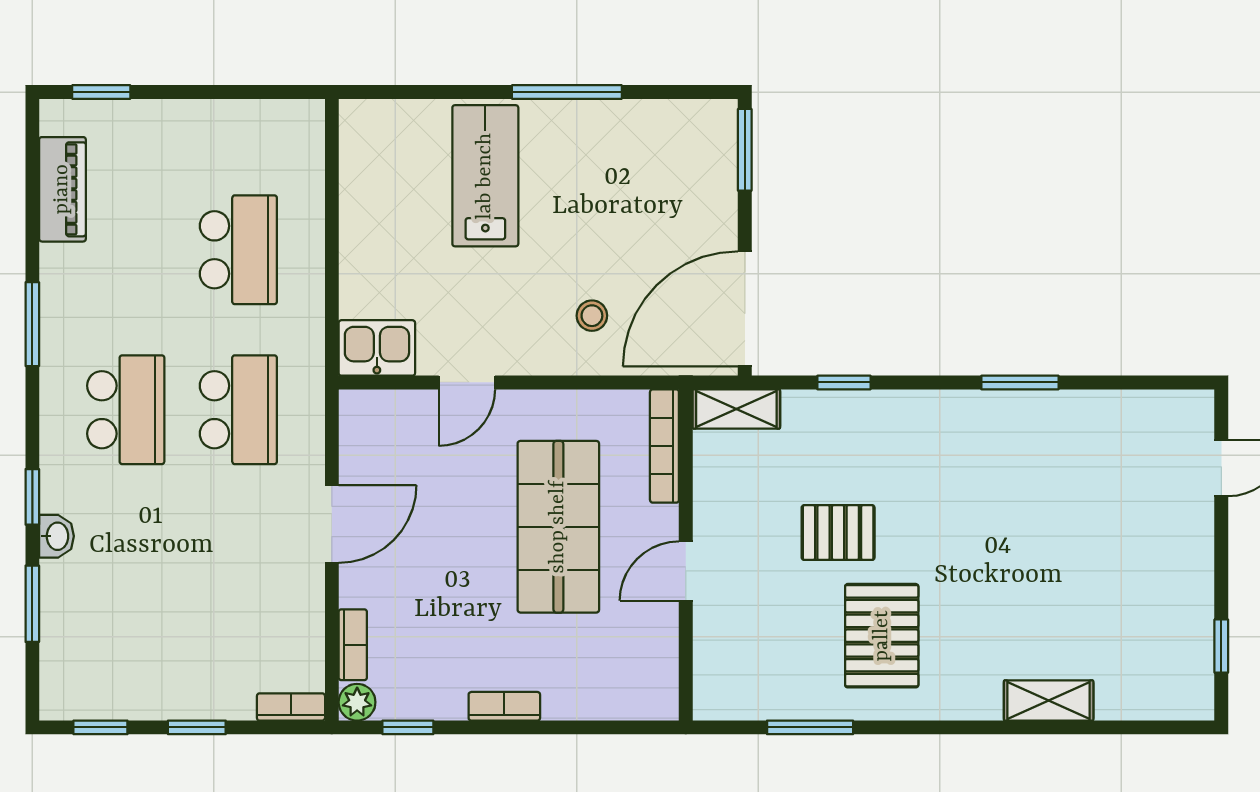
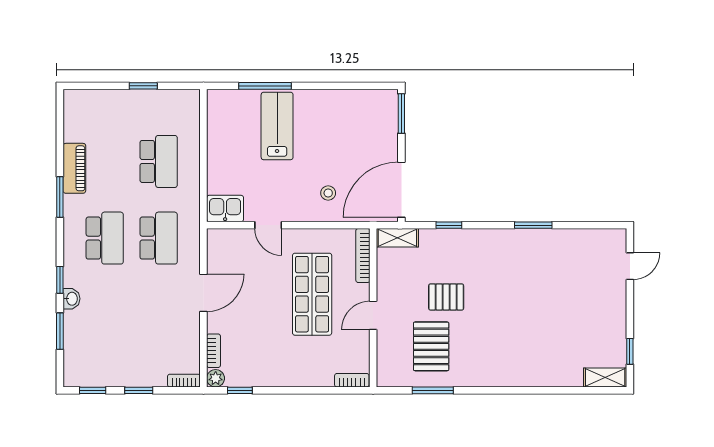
window: (101, 92) -> (143, 86), moved
window: (567, 92) -> (265, 86), moved
piano: (62, 189) -> (74, 168), moved
door: (467, 382) -> (268, 225), hinge flipped
pallet: (882, 636) -> (431, 346), moved
shelving: (1049, 700) -> (605, 377), moved
bookcase: (504, 706) -> (352, 380), moved

